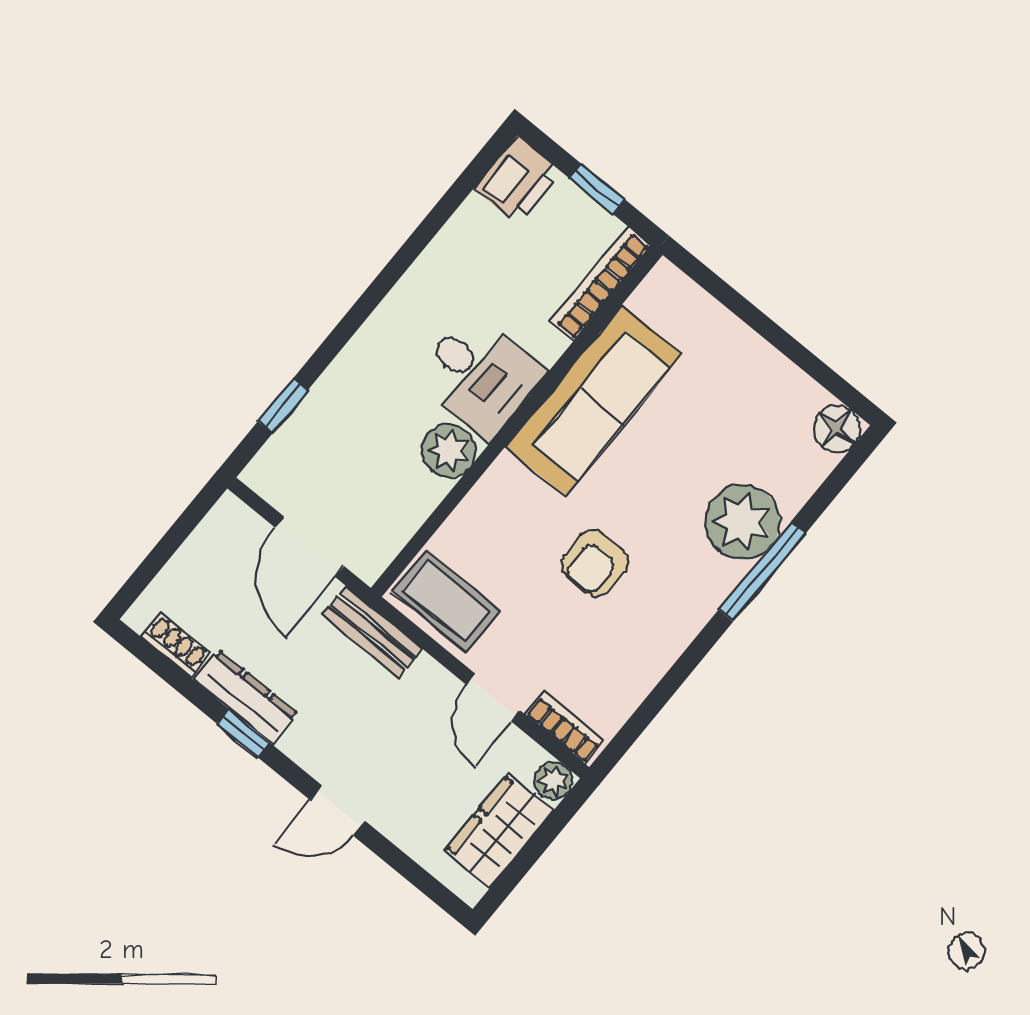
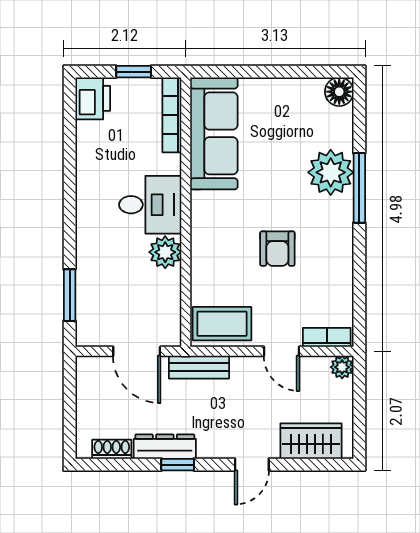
sofa: (594, 400) -> (214, 133), moved
window: (283, 406) -> (70, 295), width x1.50
wardrobe: (499, 831) -> (311, 441), moved, turned 90

